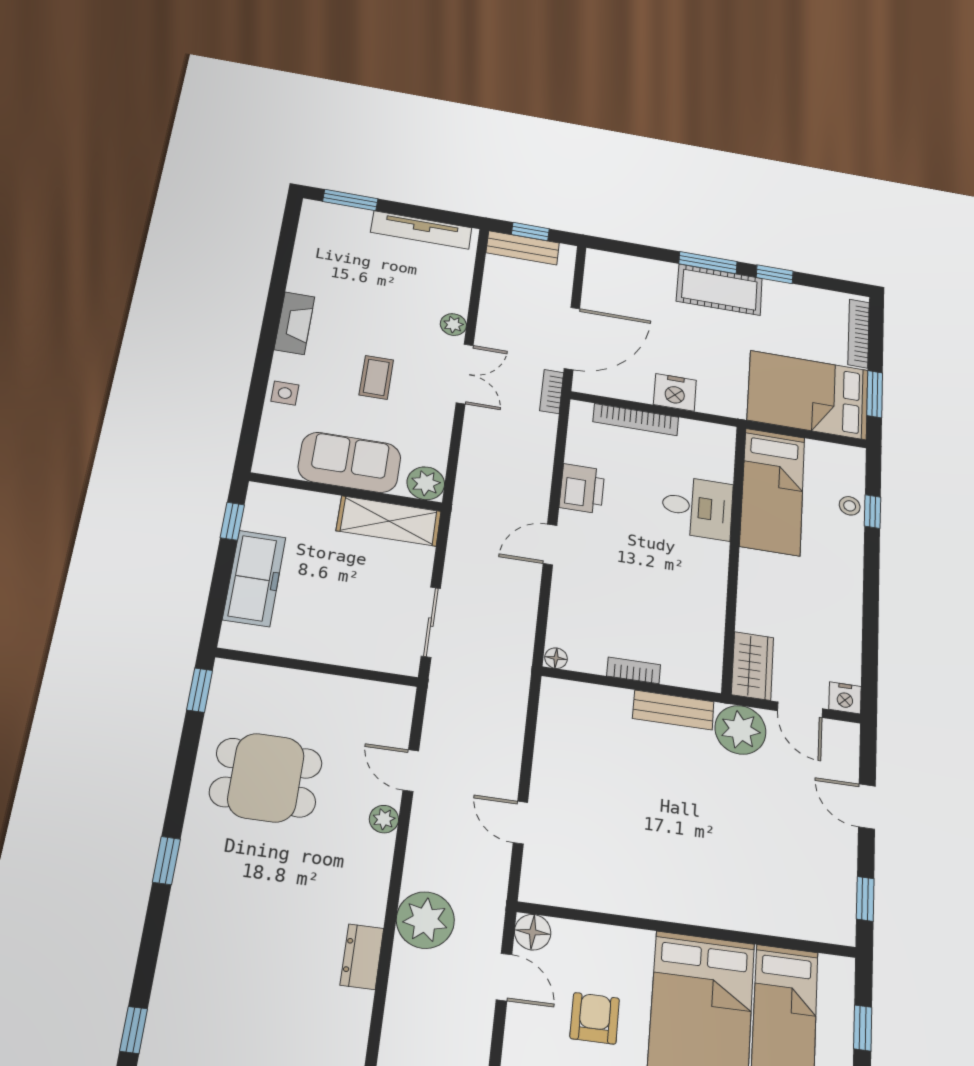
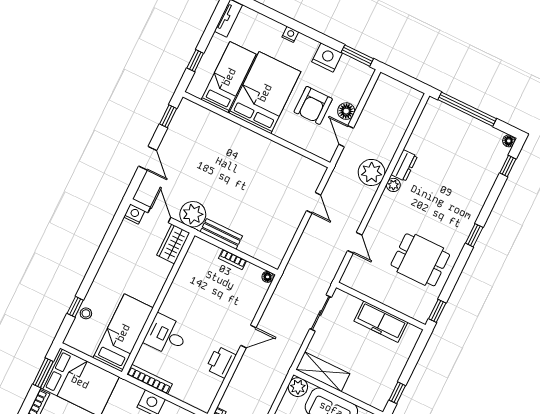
bookcase: (636, 420) -> (149, 379), moved
freezer: (254, 578) -> (381, 322), moved, turned -90
plant: (384, 819) -> (393, 185), moved
floor lamp: (533, 932) -> (346, 111), moved
armchair: (595, 1018) -> (313, 105), width x1.38, depth x1.38

